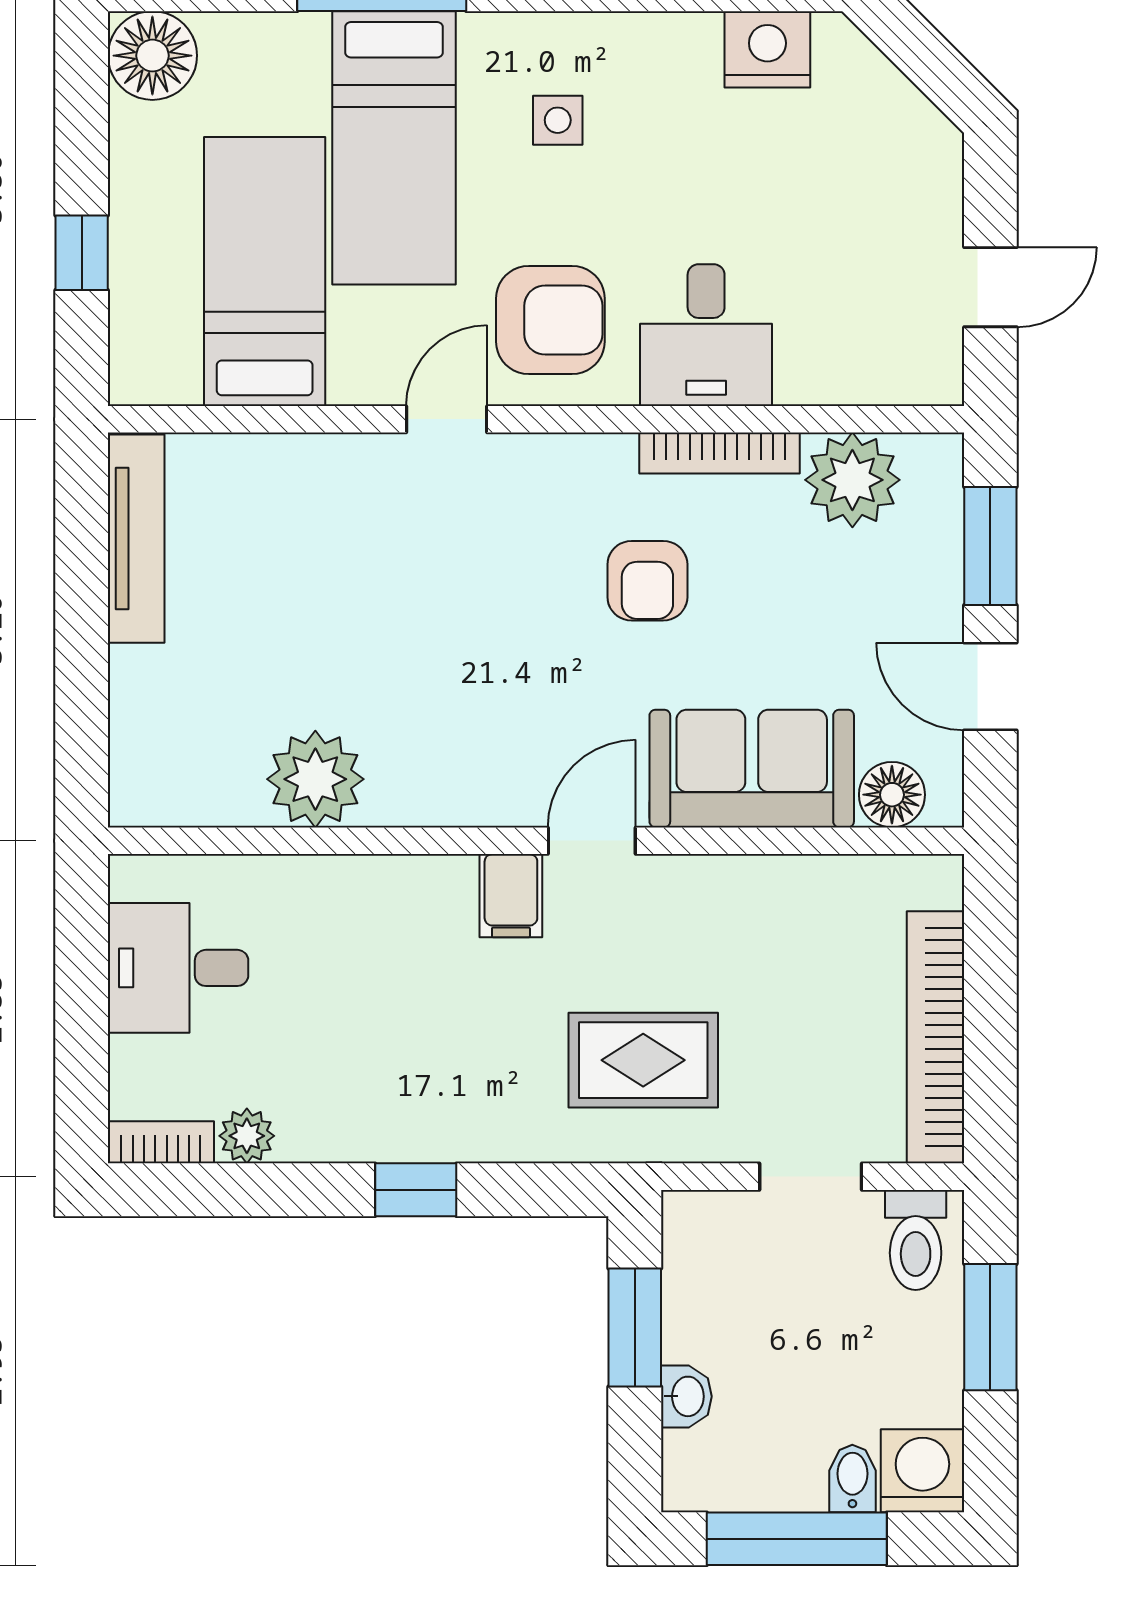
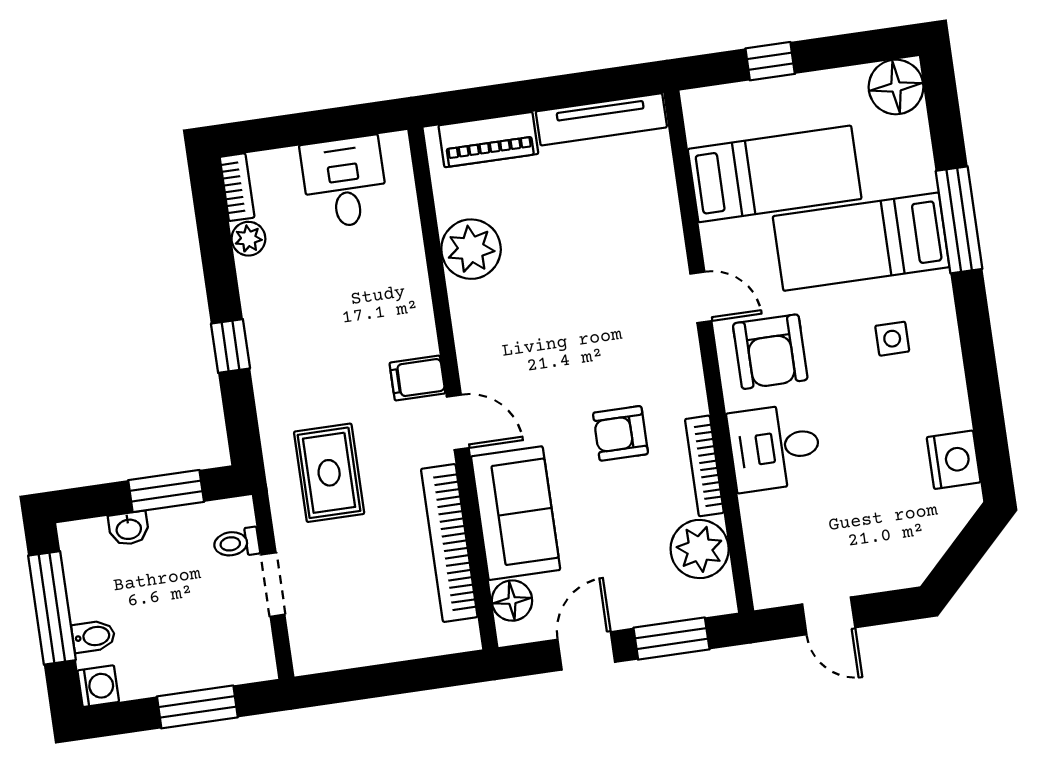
piano: (143, 726) -> (488, 140), added
bookcase: (935, 1037) -> (449, 543), moved, turned -90
toilet: (916, 1240) -> (236, 543), moved, width x0.73, depth x0.72
washing machine: (922, 1471) -> (98, 686), width x0.73, depth x0.73

